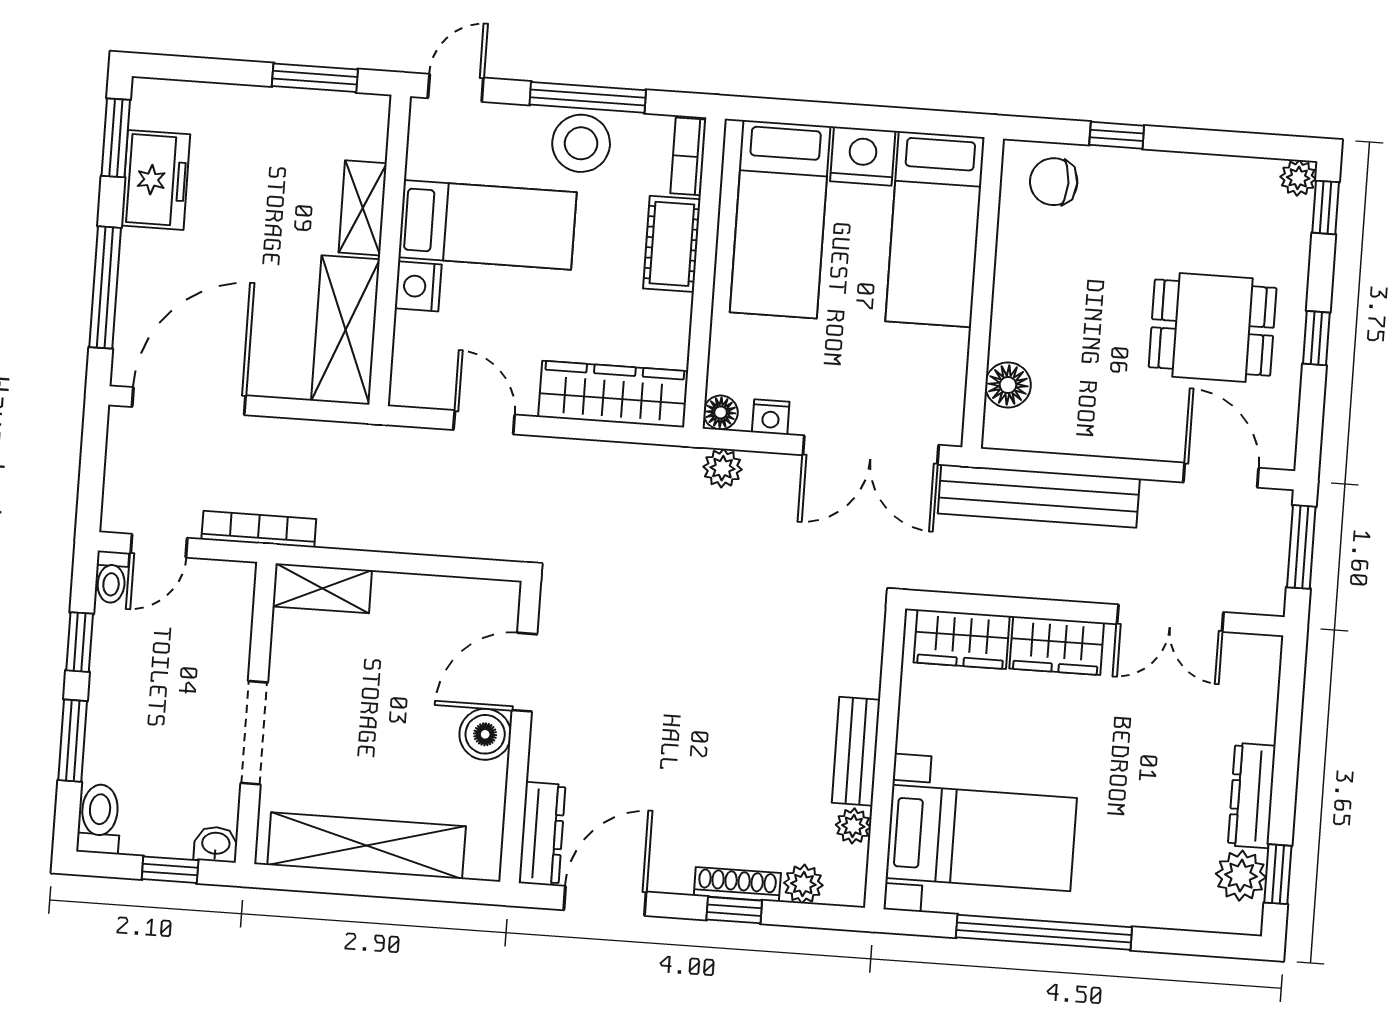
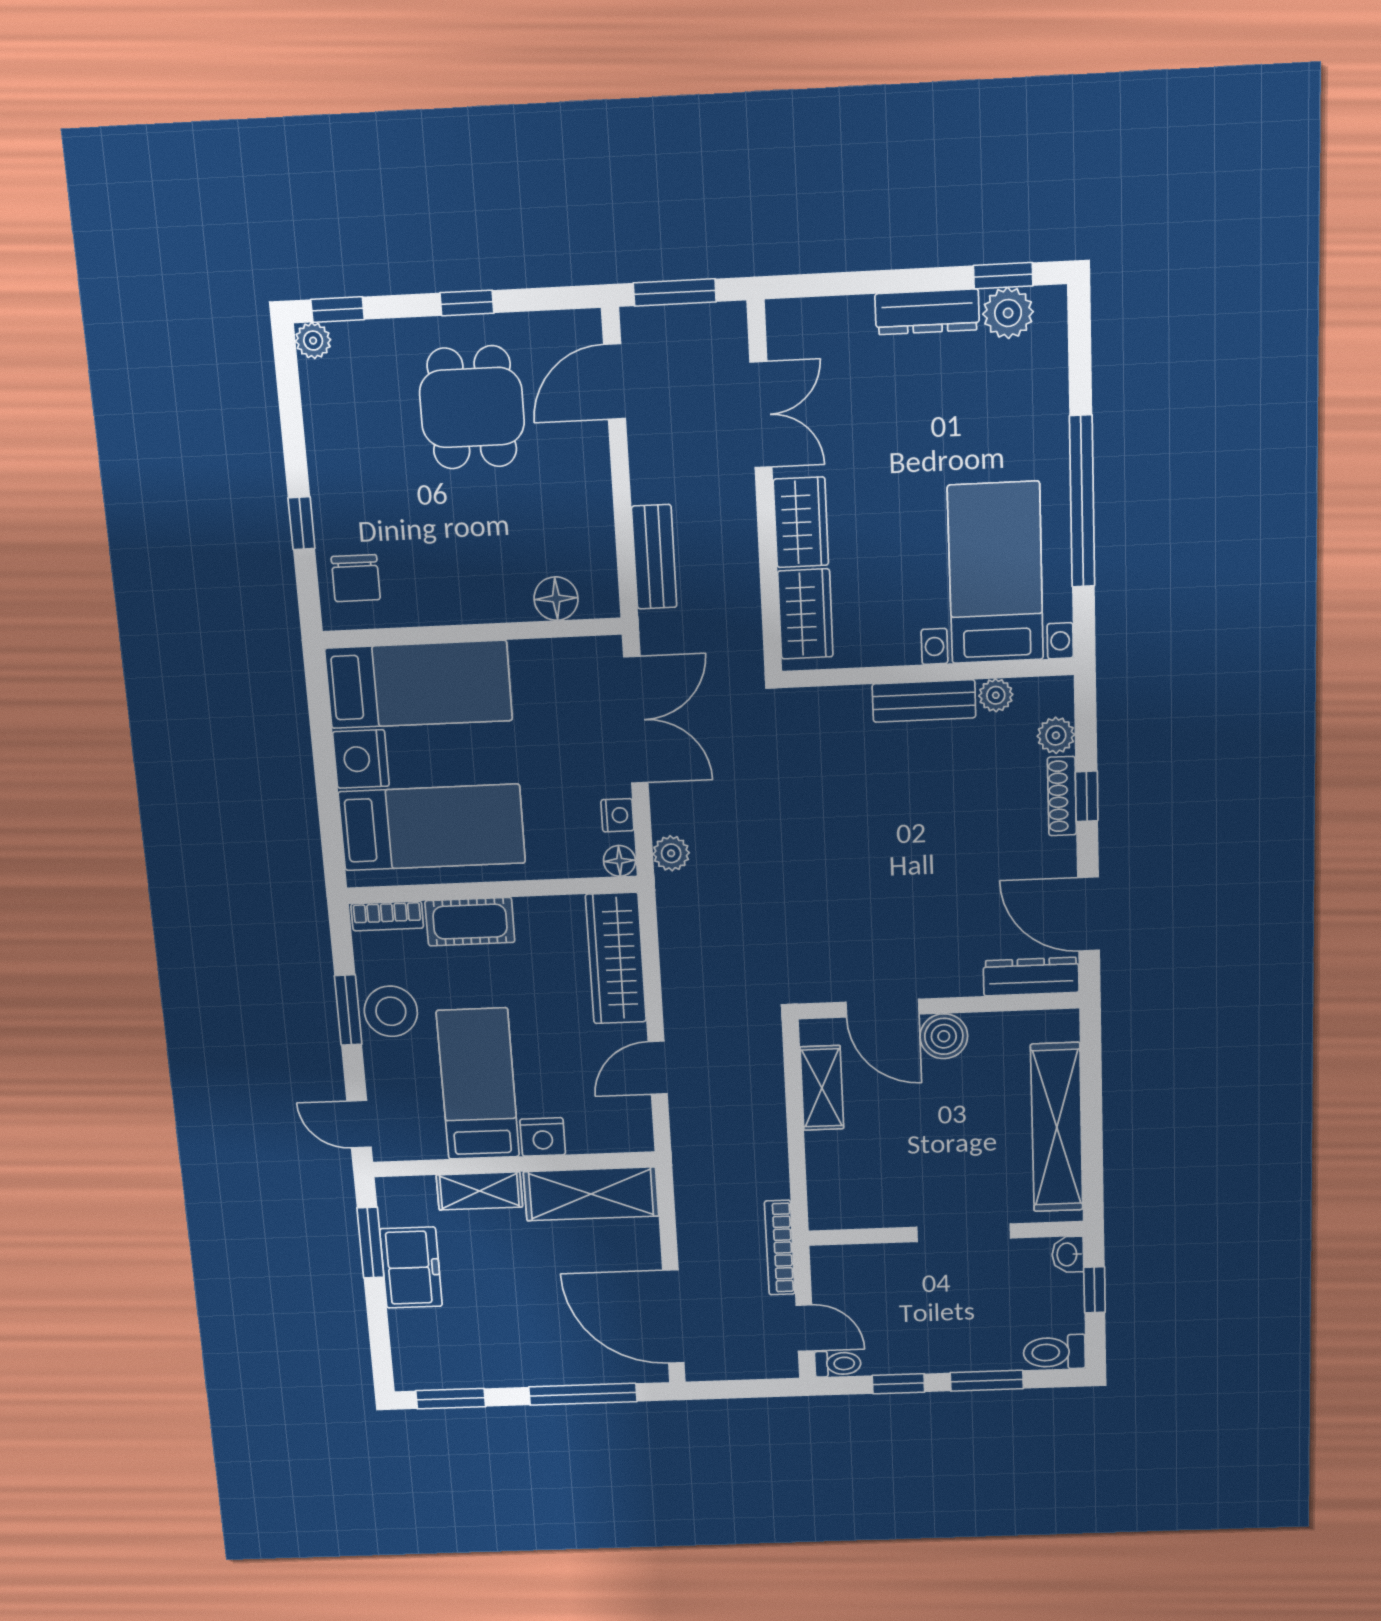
window: (588, 97) -> (348, 1010), width x0.69
freezer: (156, 180) -> (411, 1268), moved, turned 90
bench: (1039, 496) -> (654, 557), width x0.54, depth x0.82
shelving: (322, 588) -> (822, 1088), moved

